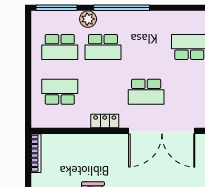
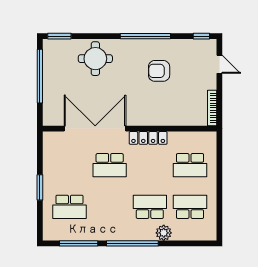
window: (56, 8) -> (79, 243), moved
school desk: (146, 92) -> (110, 165), turned 180
locker: (105, 121) -> (148, 138), width x1.53

